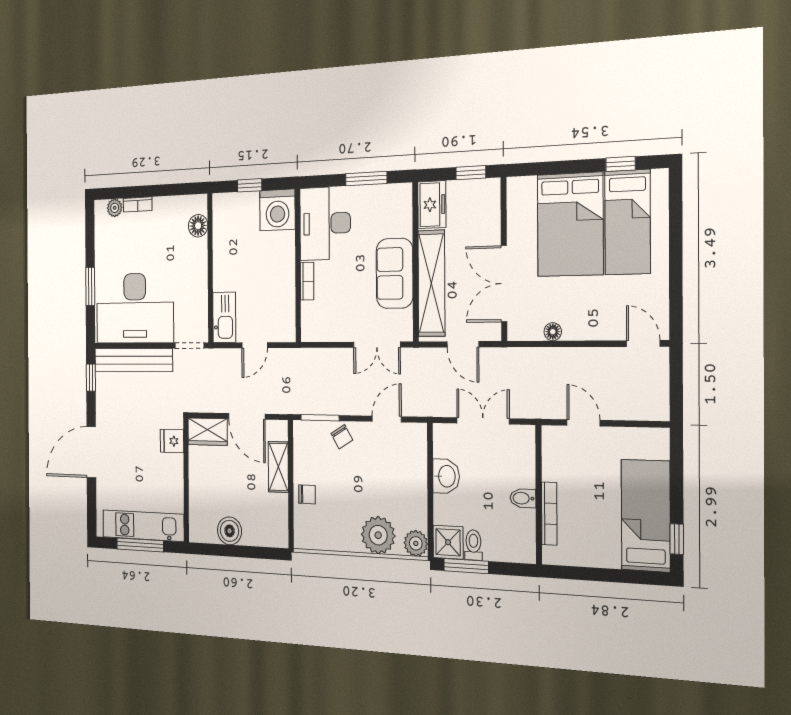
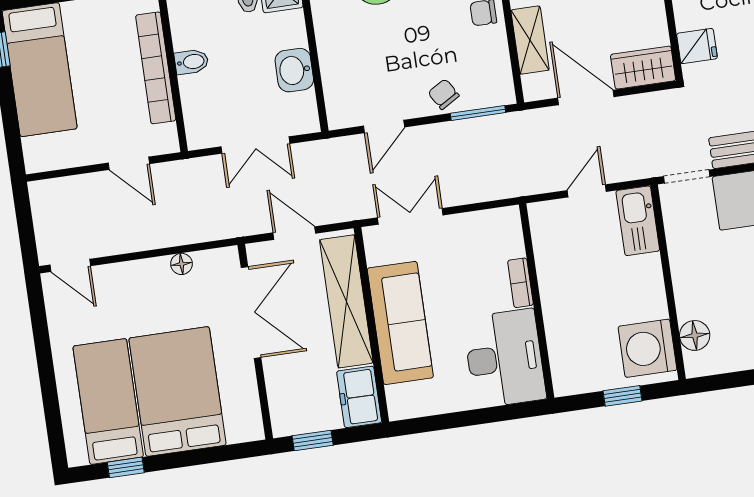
window: (366, 179) -> (454, 420), removed
washing machine: (277, 210) -> (647, 348), moved, turned -90
sofa: (395, 273) -> (400, 323), width x1.36
bookcase: (549, 514) -> (156, 68), width x1.48, depth x1.31

